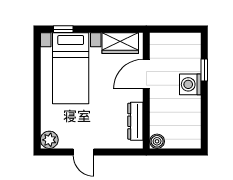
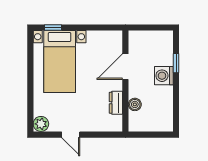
wardrobe: (120, 43) -> (103, 40), removed
dresser: (135, 121) -> (116, 103), width x0.70
boiler: (157, 141) -> (135, 104), moved

